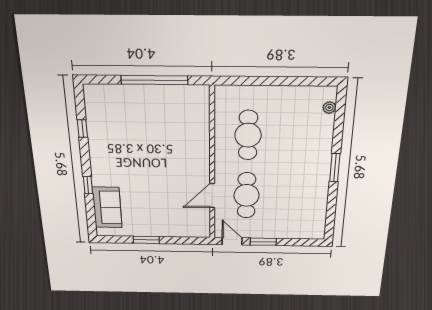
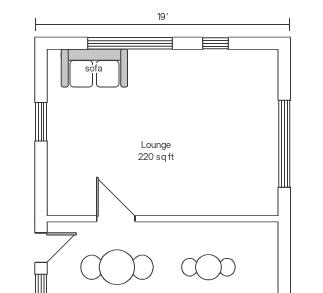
cafe table: (248, 135) -> (208, 267), width x0.73, depth x0.74
window: (88, 185) -> (130, 43), width x3.17

